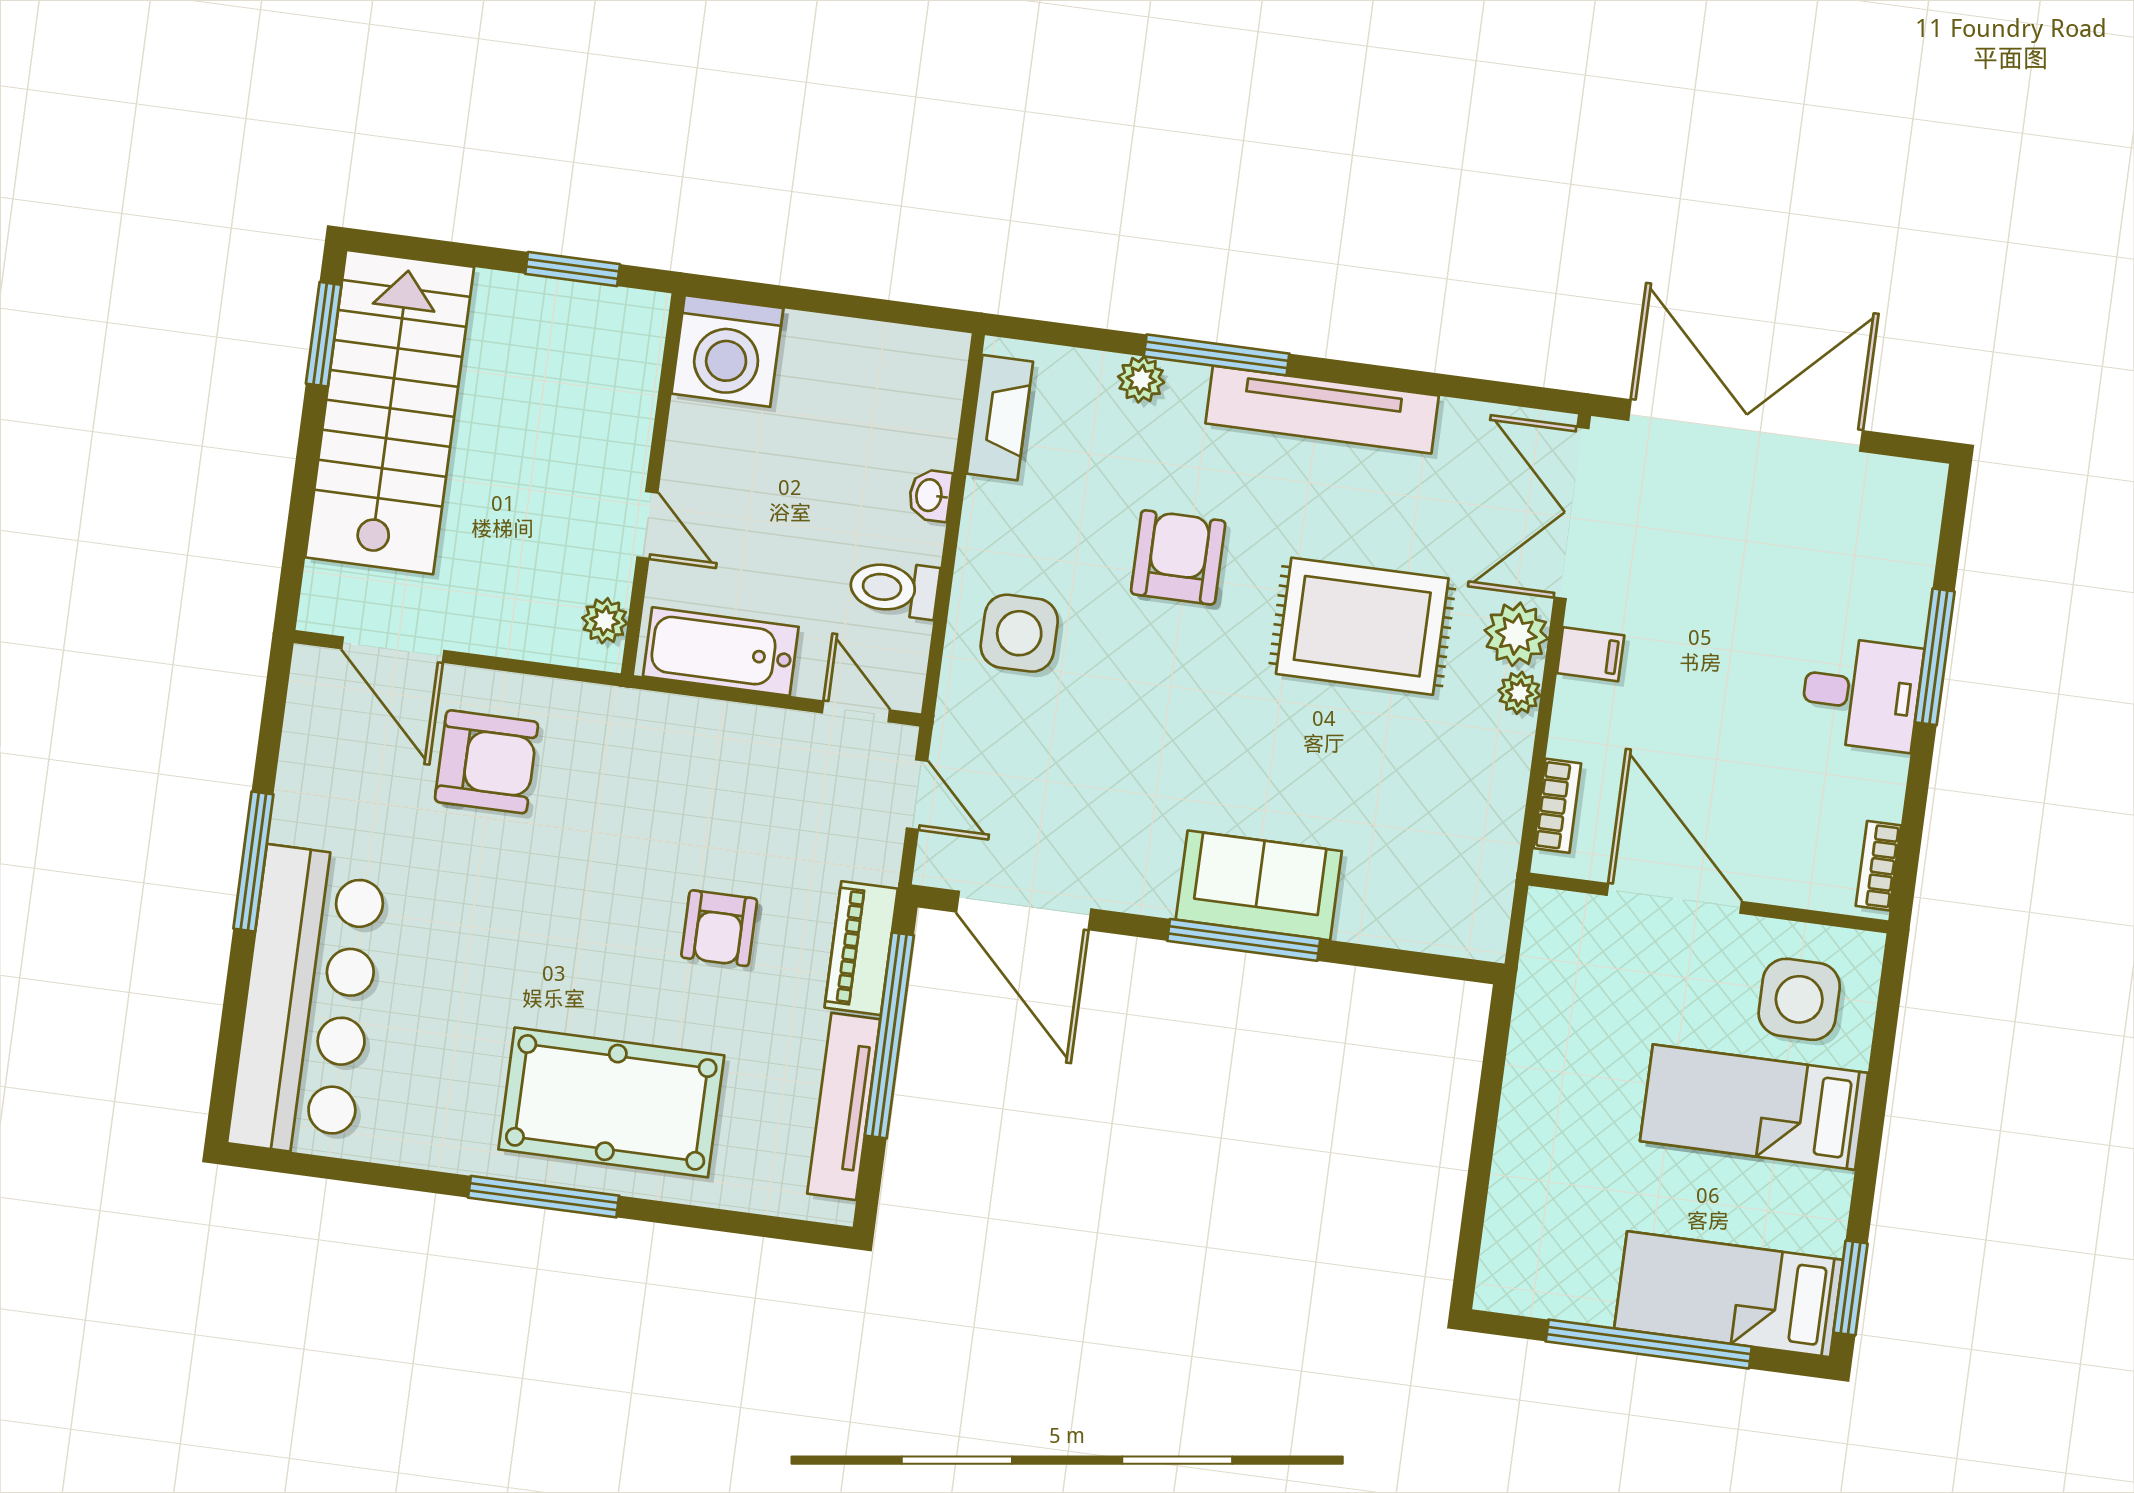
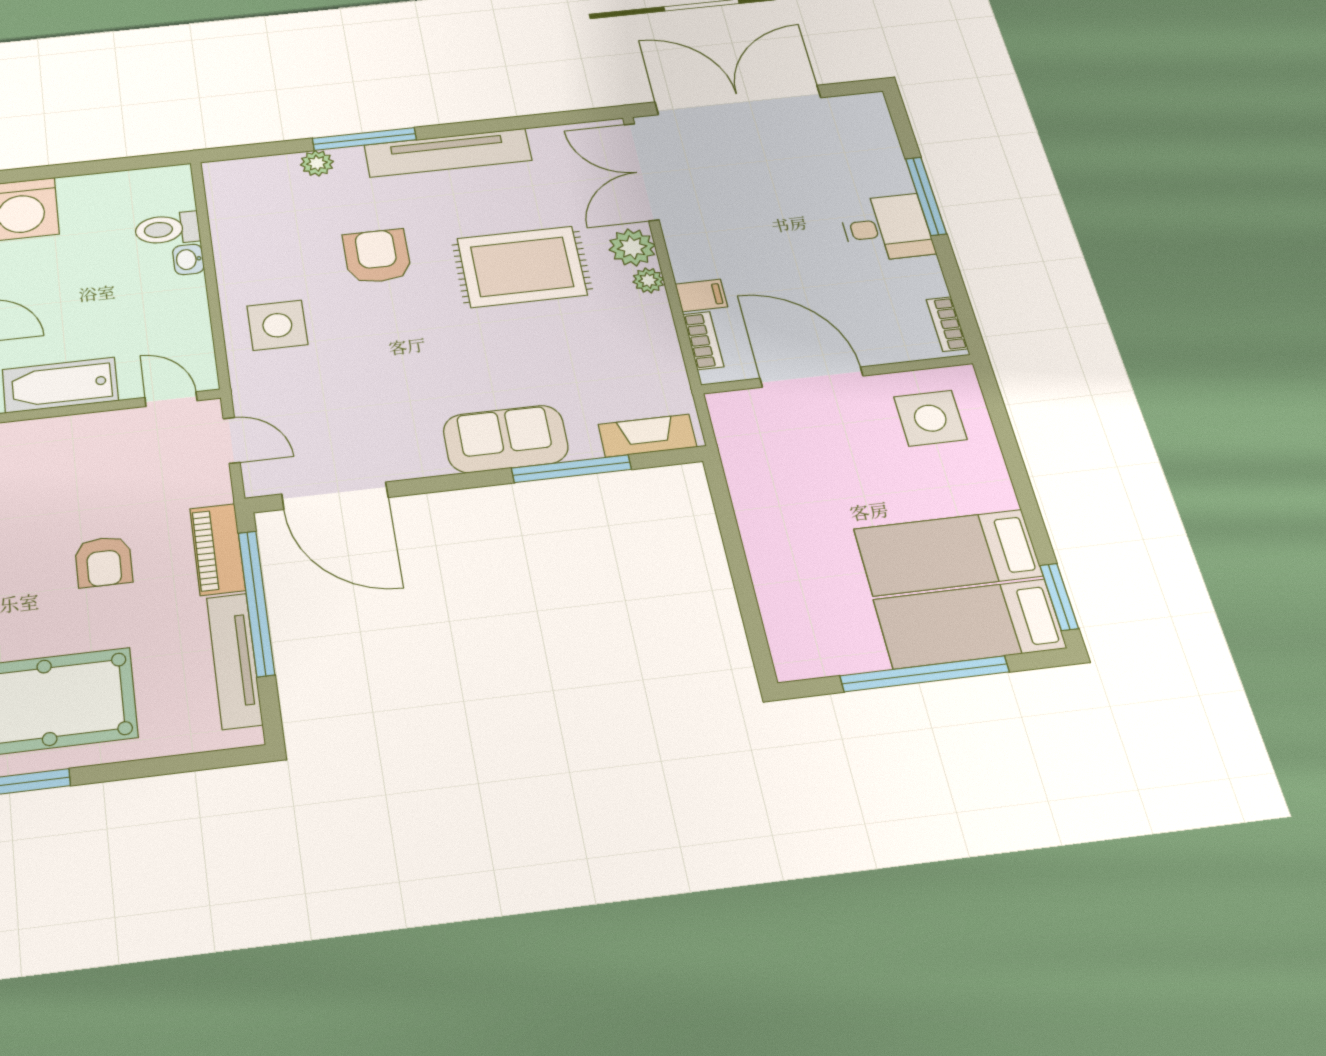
fireplace: (1000, 418) -> (647, 436), moved, turned -90
toilet: (894, 589) -> (167, 229), moved
filing cabinet: (1591, 654) -> (701, 295), moved
window: (1244, 940) -> (571, 469), moved
bed: (1754, 1107) -> (948, 553), moved

